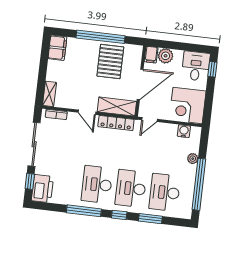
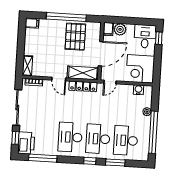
filing cabinet: (57, 48) -> (32, 23), width x0.50
window: (84, 211) -> (43, 158), moved

